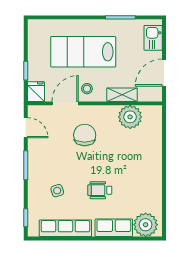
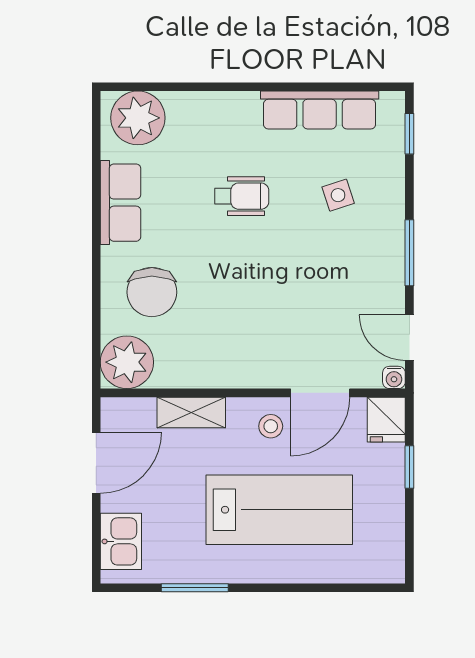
water cooler: (33, 110) -> (394, 377), added
plant: (130, 117) -> (127, 362), moved
chair: (85, 135) -> (152, 292), moved
row of seats: (114, 228) -> (121, 203), moved, turned -90

